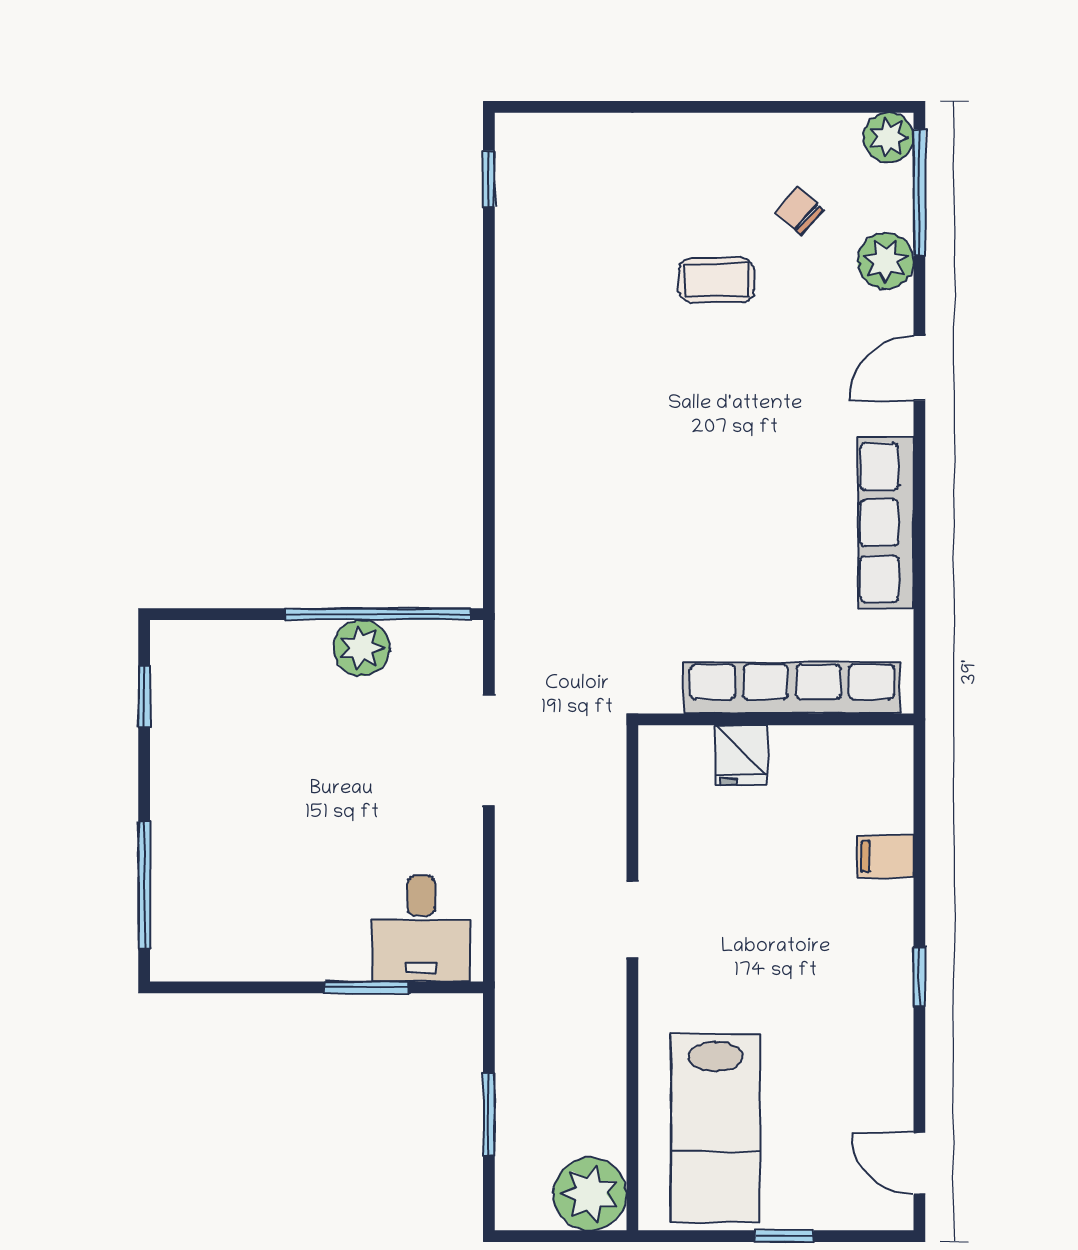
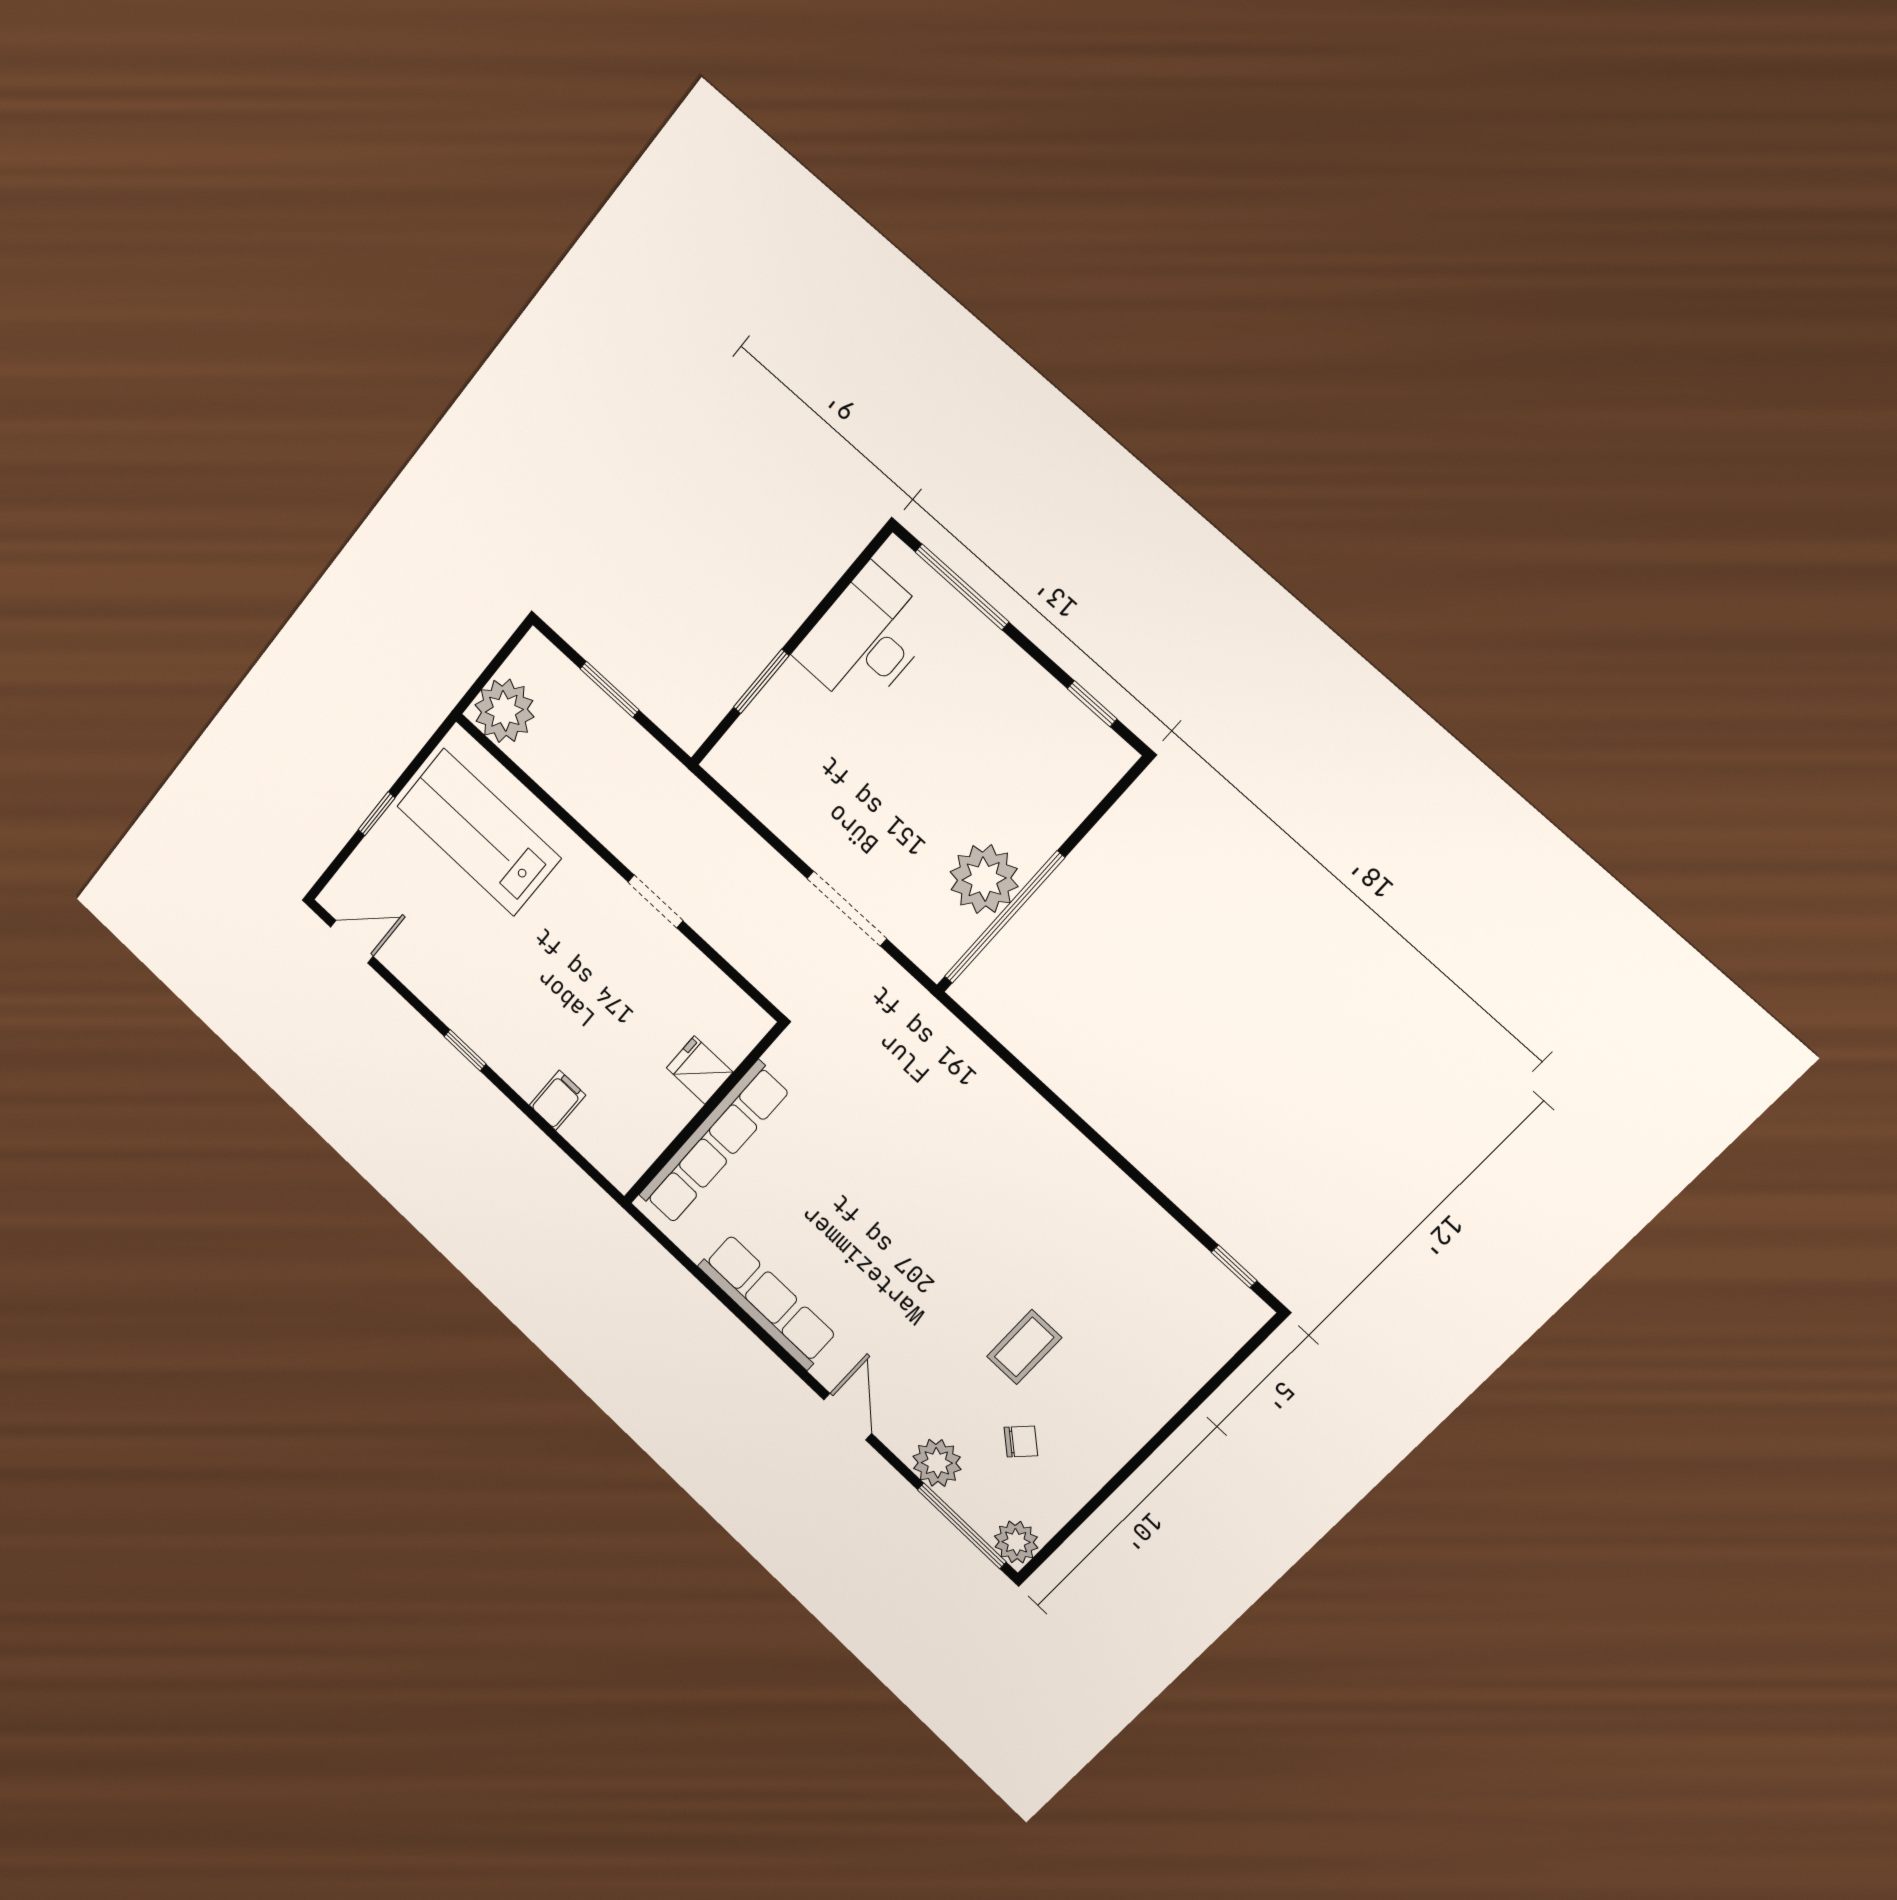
plant: (361, 648) -> (984, 879), width x1.36, depth x1.36
desk: (421, 928) -> (866, 639), moved, width x1.37

